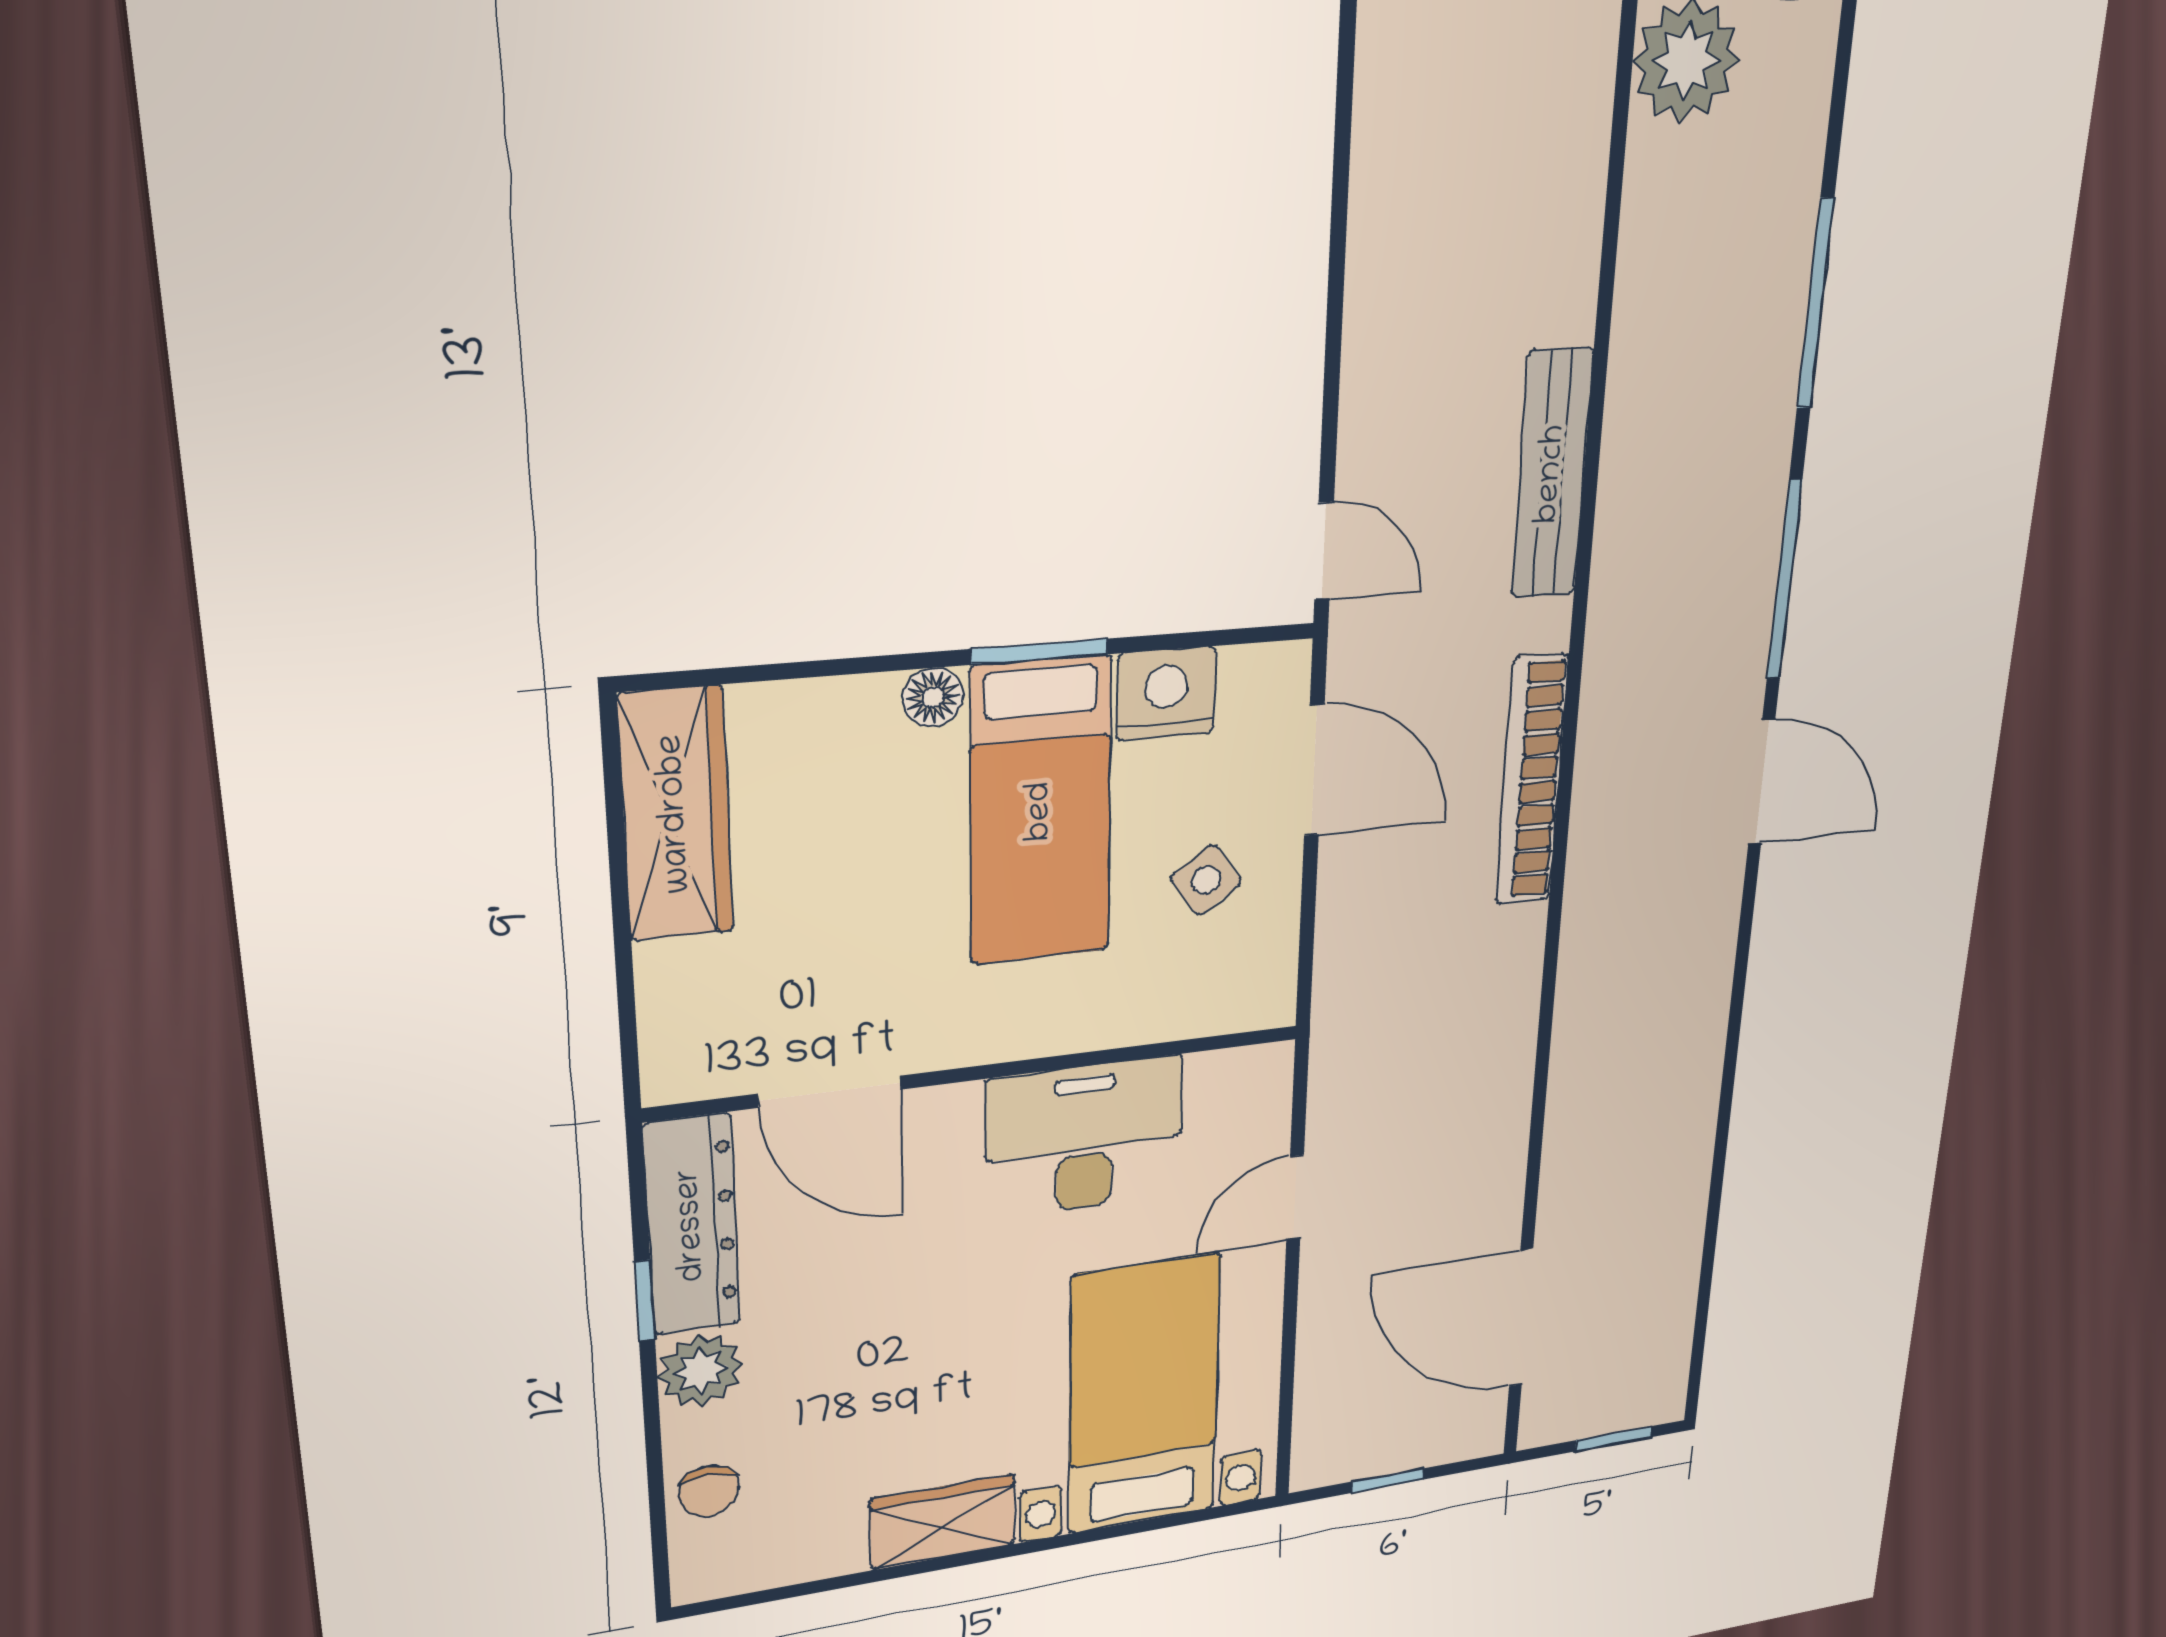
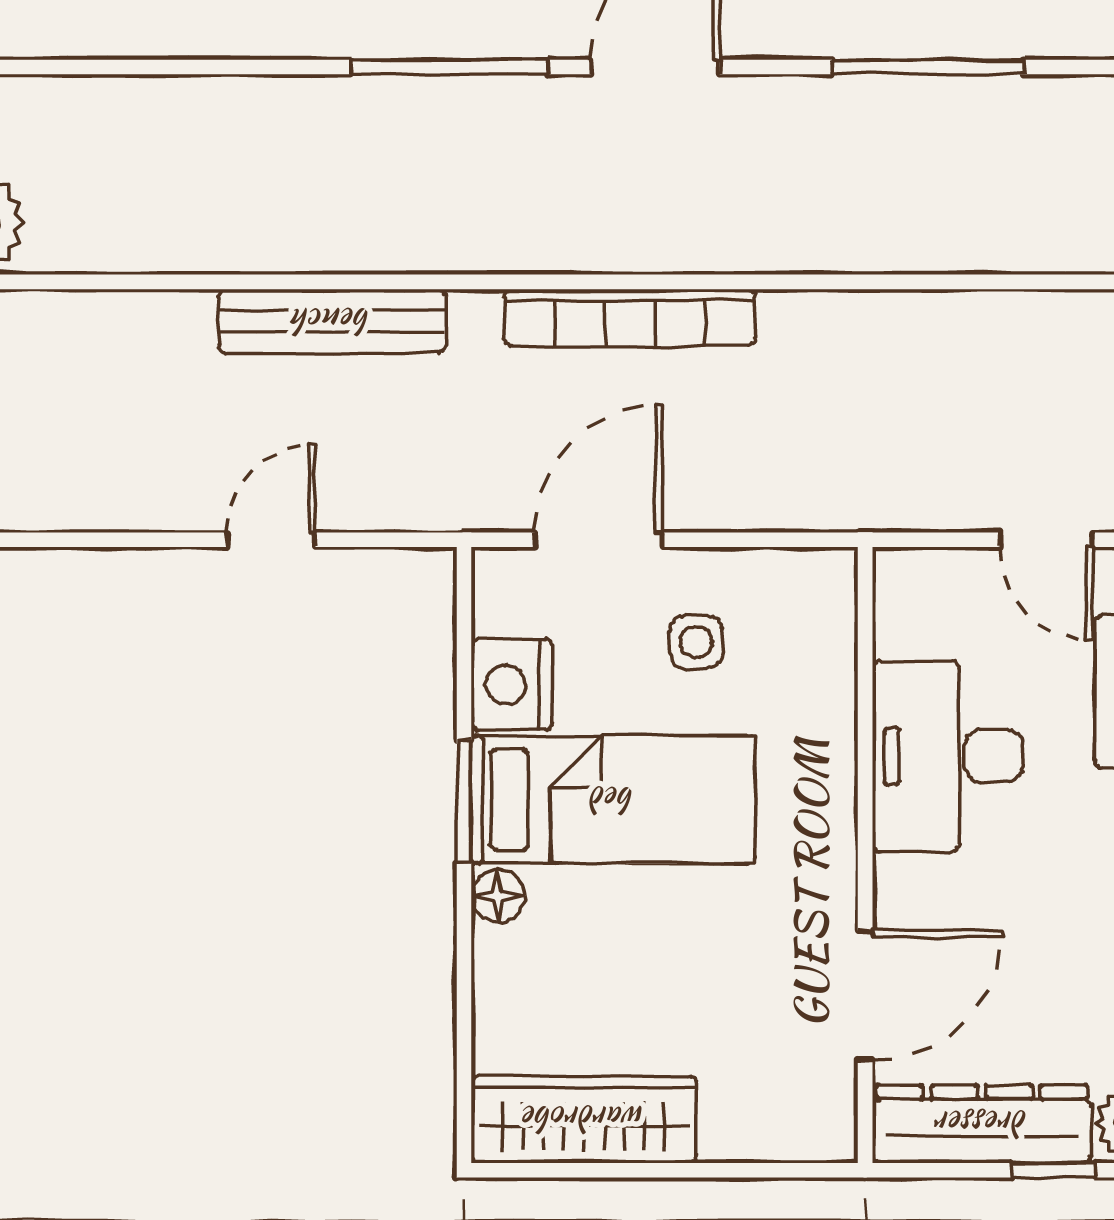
window: (1815, 304) -> (928, 67), moved
door: (1324, 551) -> (271, 540), moved
side table: (1206, 880) -> (697, 642), turned 35

